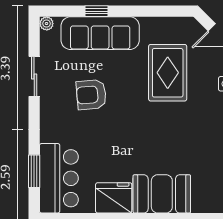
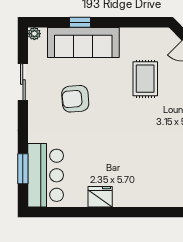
rug: (168, 73) -> (145, 79), width x0.73, depth x0.70
booth: (162, 194) -> (140, 190), removed
fridge: (114, 198) -> (100, 197), width x0.73, depth x0.75

